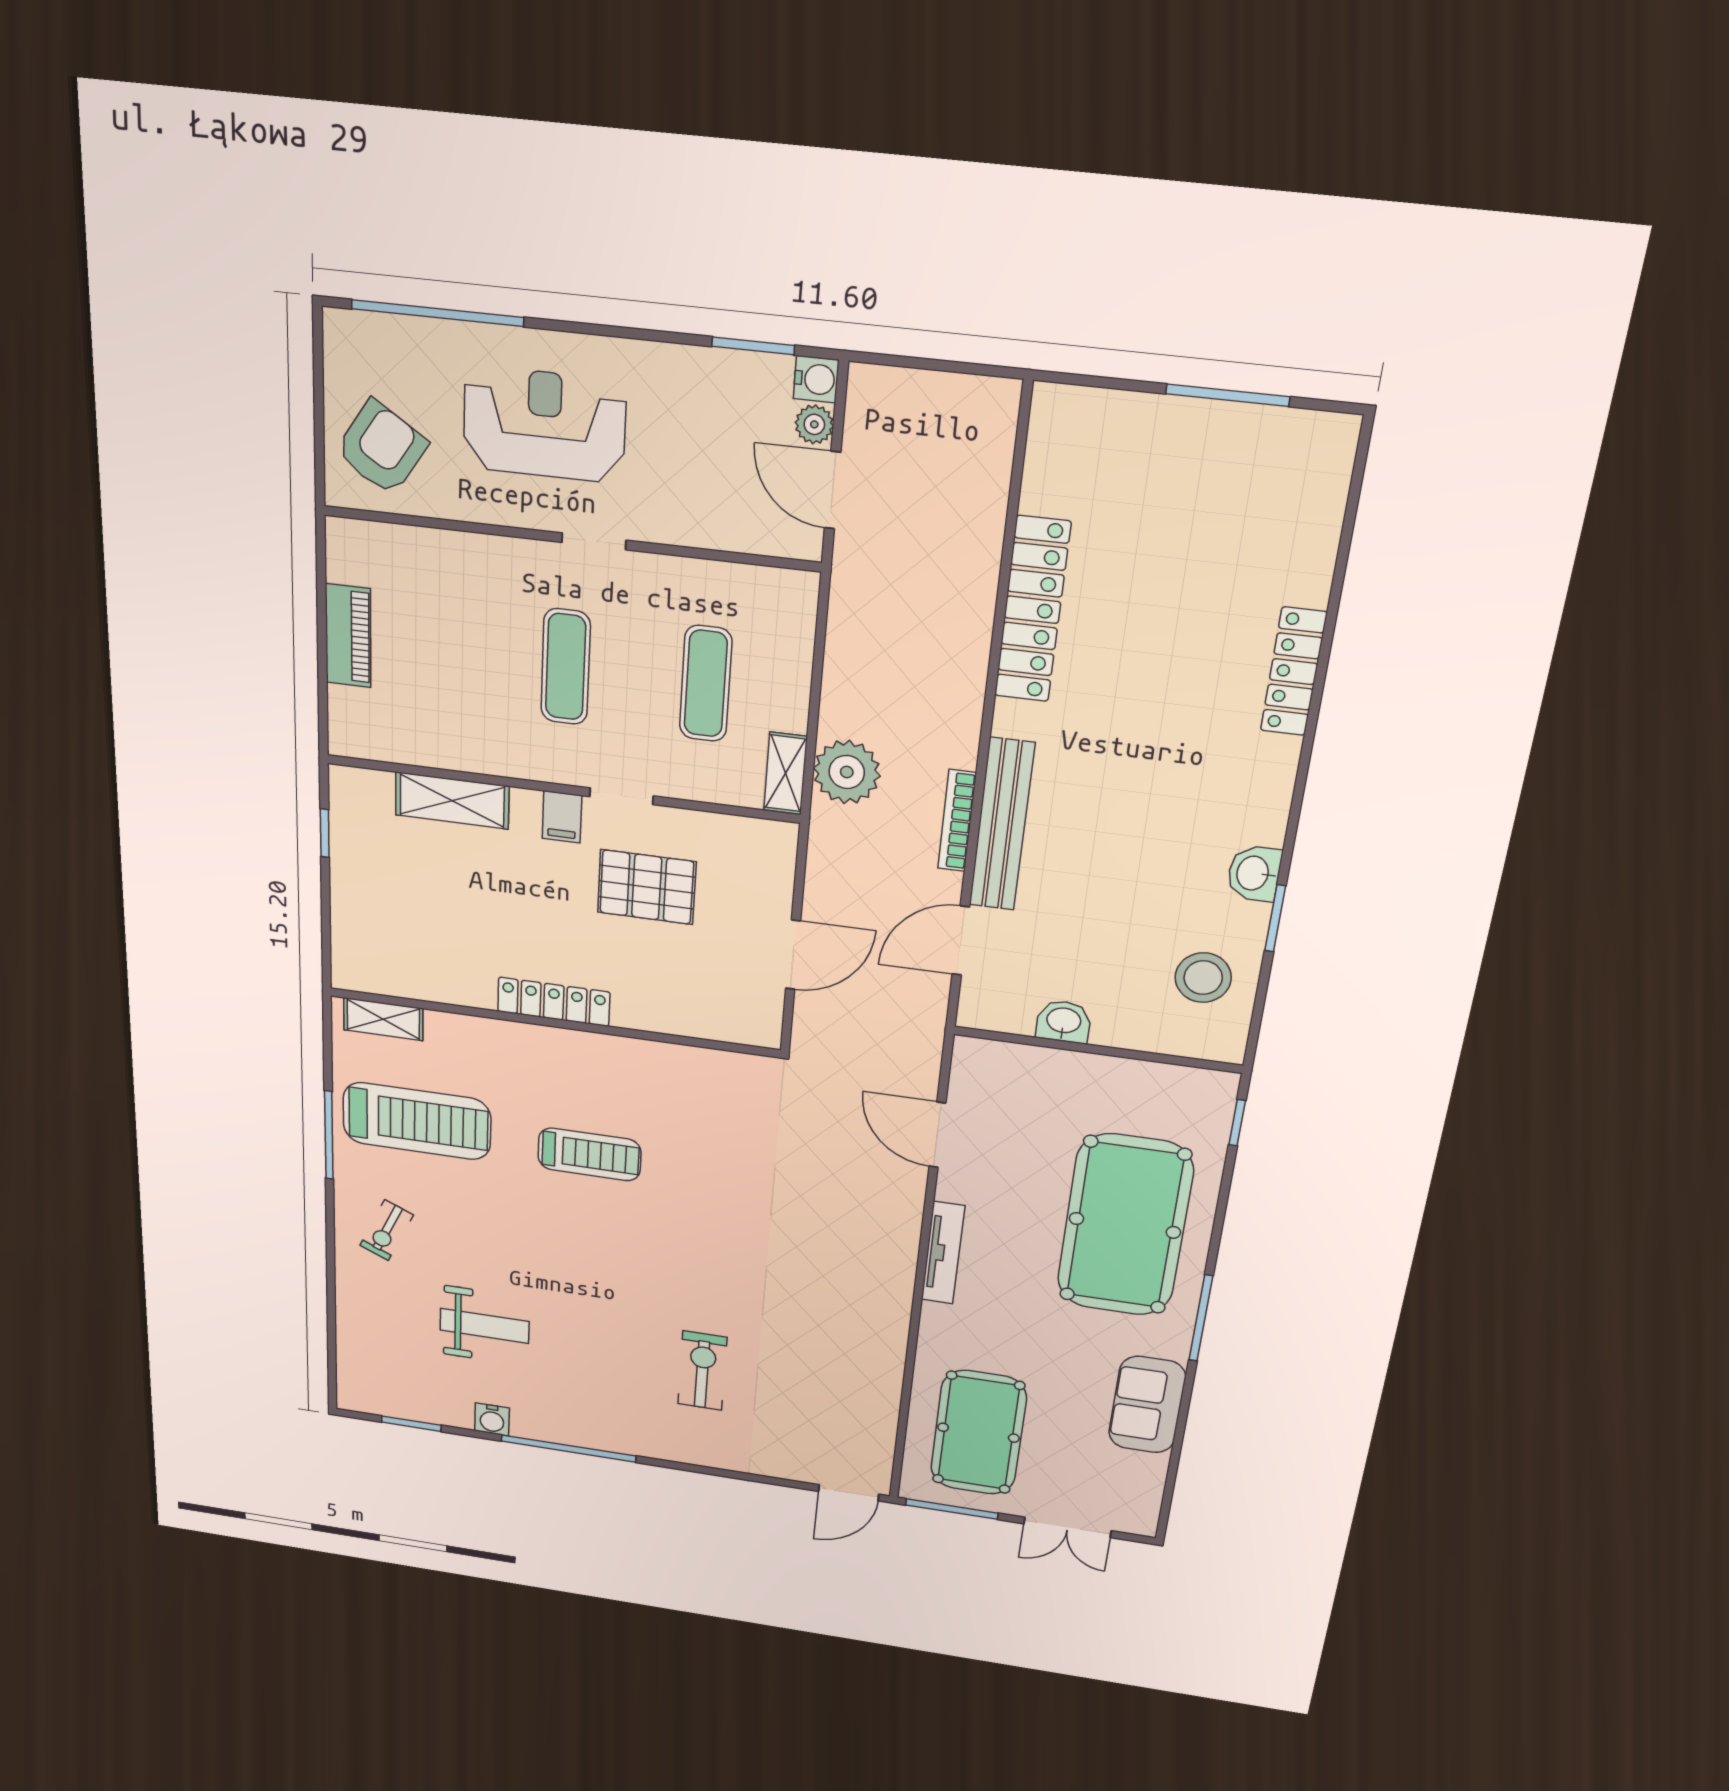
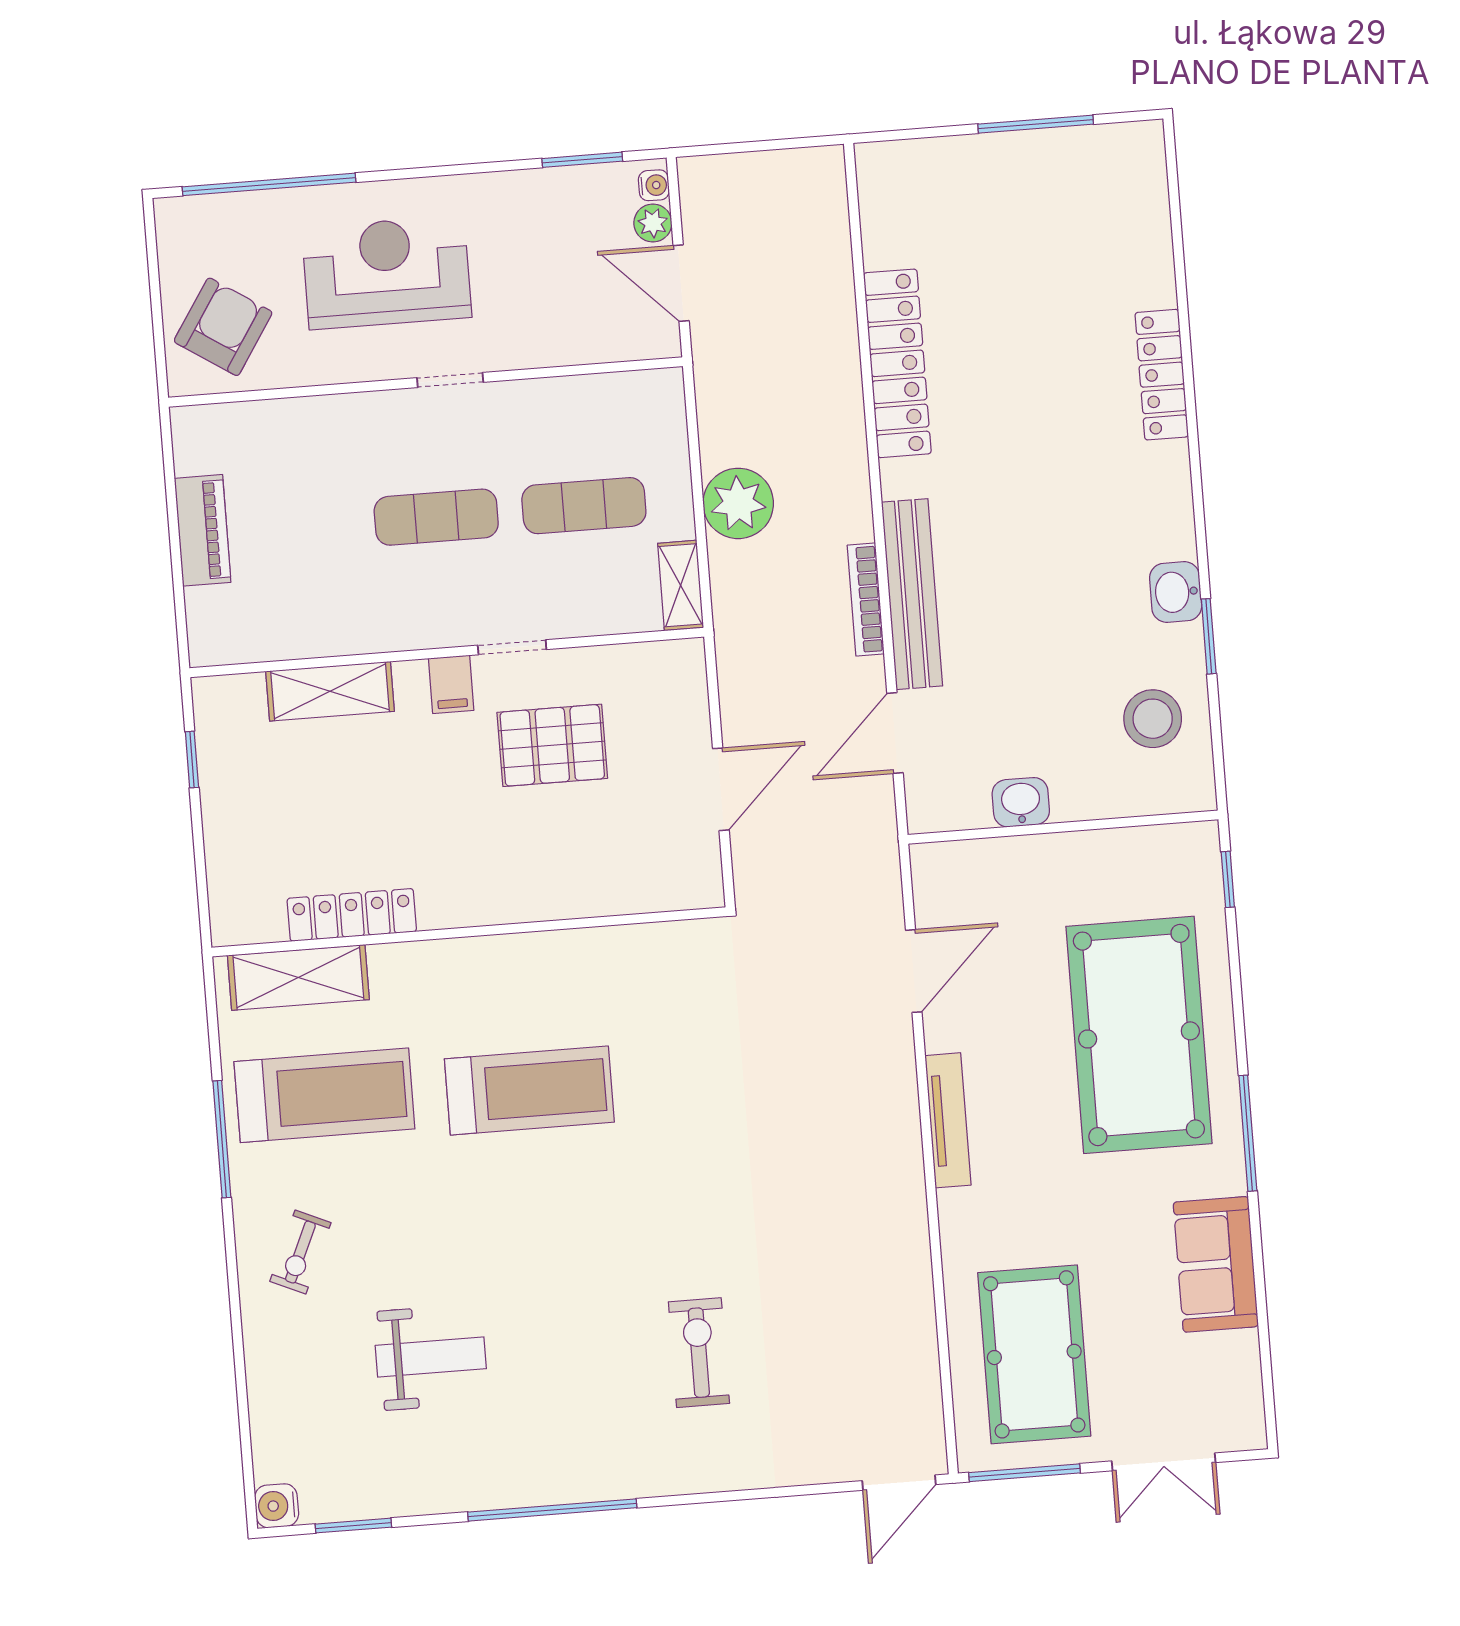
water cooler: (816, 379) -> (654, 185), width x0.72, depth x0.72
exercise mat: (566, 667) -> (436, 517), turned 90
exercise mat: (706, 684) -> (584, 506), turned 90
plant: (847, 772) -> (738, 503), moved
locker: (554, 1002) -> (352, 915), moved
shelving: (383, 1019) -> (298, 977), width x1.50, depth x1.33
door: (937, 1135) -> (914, 971), swing flipped
treadmill: (589, 1154) -> (529, 1090), width x1.37, depth x1.38
water cooler: (492, 1419) -> (277, 1506), moved, turned 90

